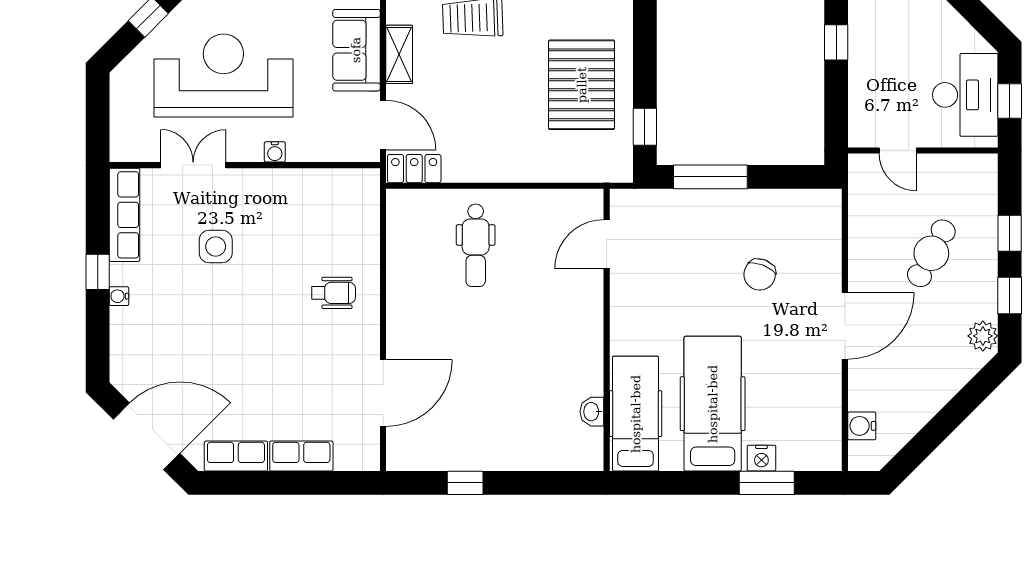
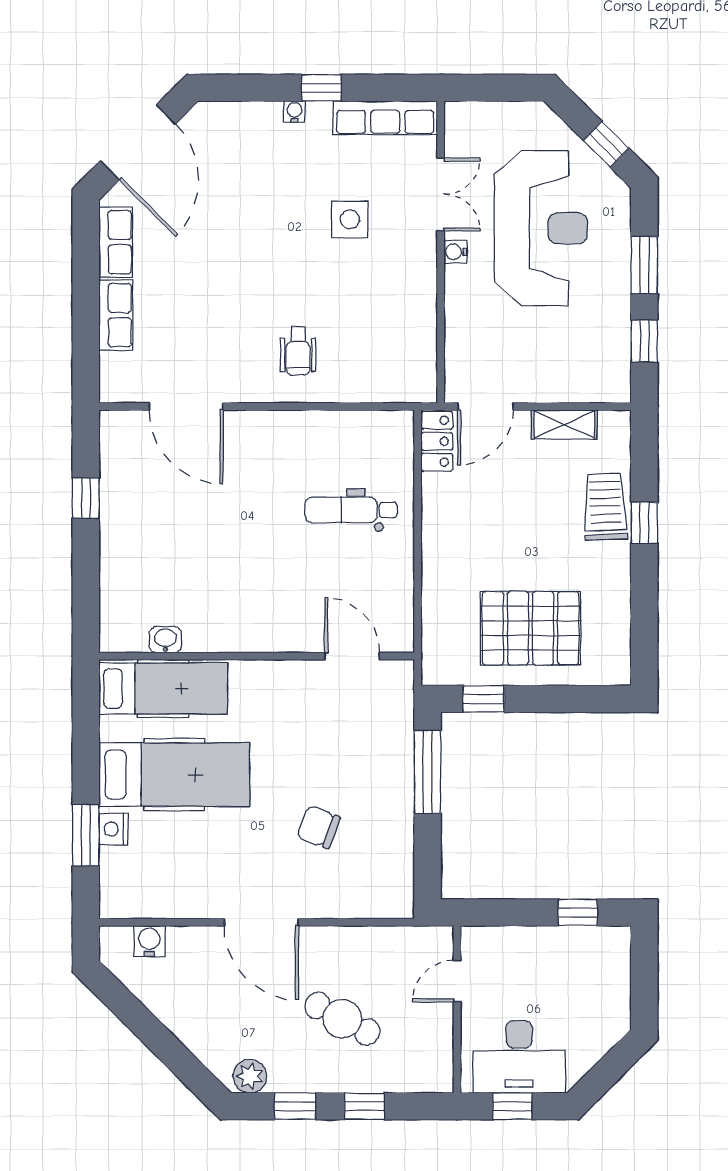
sofa: (356, 50) -> (569, 377), removed
water cooler: (275, 152) -> (455, 252), moved

